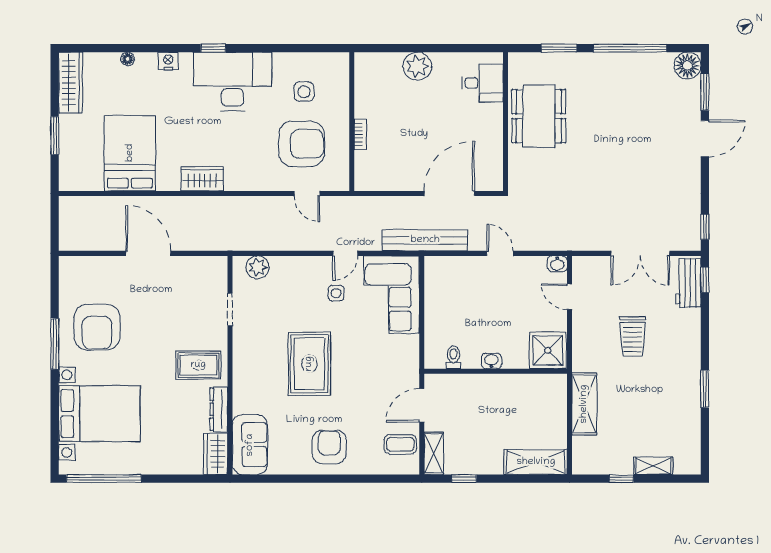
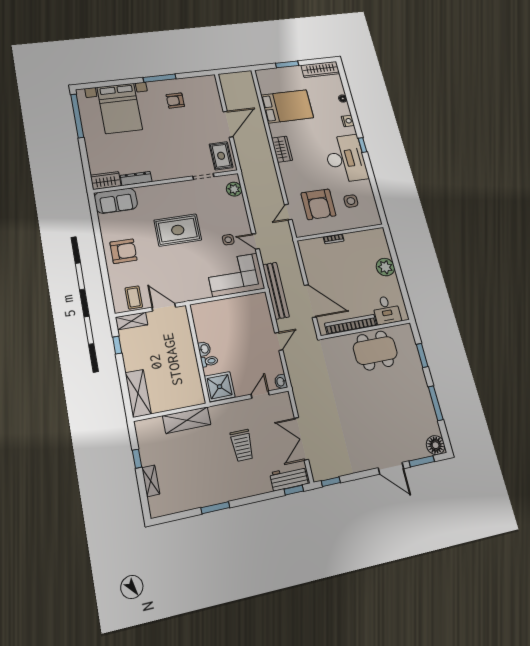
window: (630, 48) -> (436, 403), width x0.68
bookcase: (494, 142) -> (351, 324), added
armchair: (97, 327) -> (175, 101), width x0.53, depth x0.53
trolley: (632, 337) -> (242, 445), turned -90
toilet: (453, 357) -> (209, 361), moved
rug: (198, 365) -> (221, 156), moved

